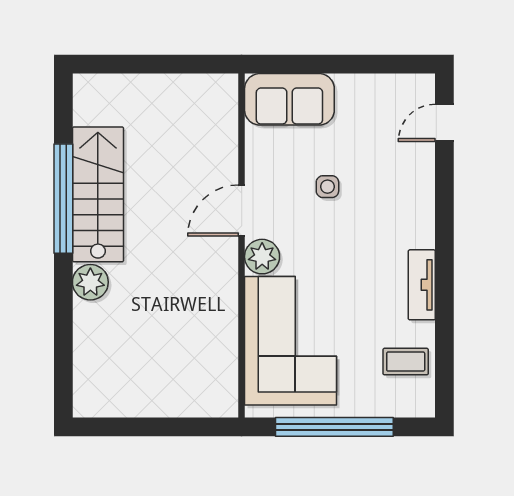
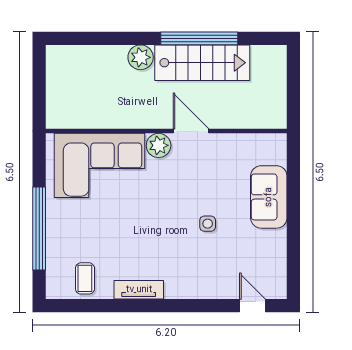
door: (242, 210) -> (191, 131), moved
wall: (242, 246) -> (166, 131), moved
plant: (262, 257) -> (159, 145), moved
corner sofa: (291, 341) -> (100, 165), moved

